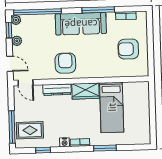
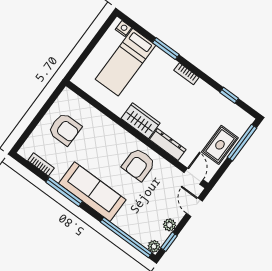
bed: (112, 107) -> (125, 62), moved, turned 180
rug: (30, 130) -> (220, 145), moved, turned 90
nightstand: (65, 142) -> (123, 28), moved

